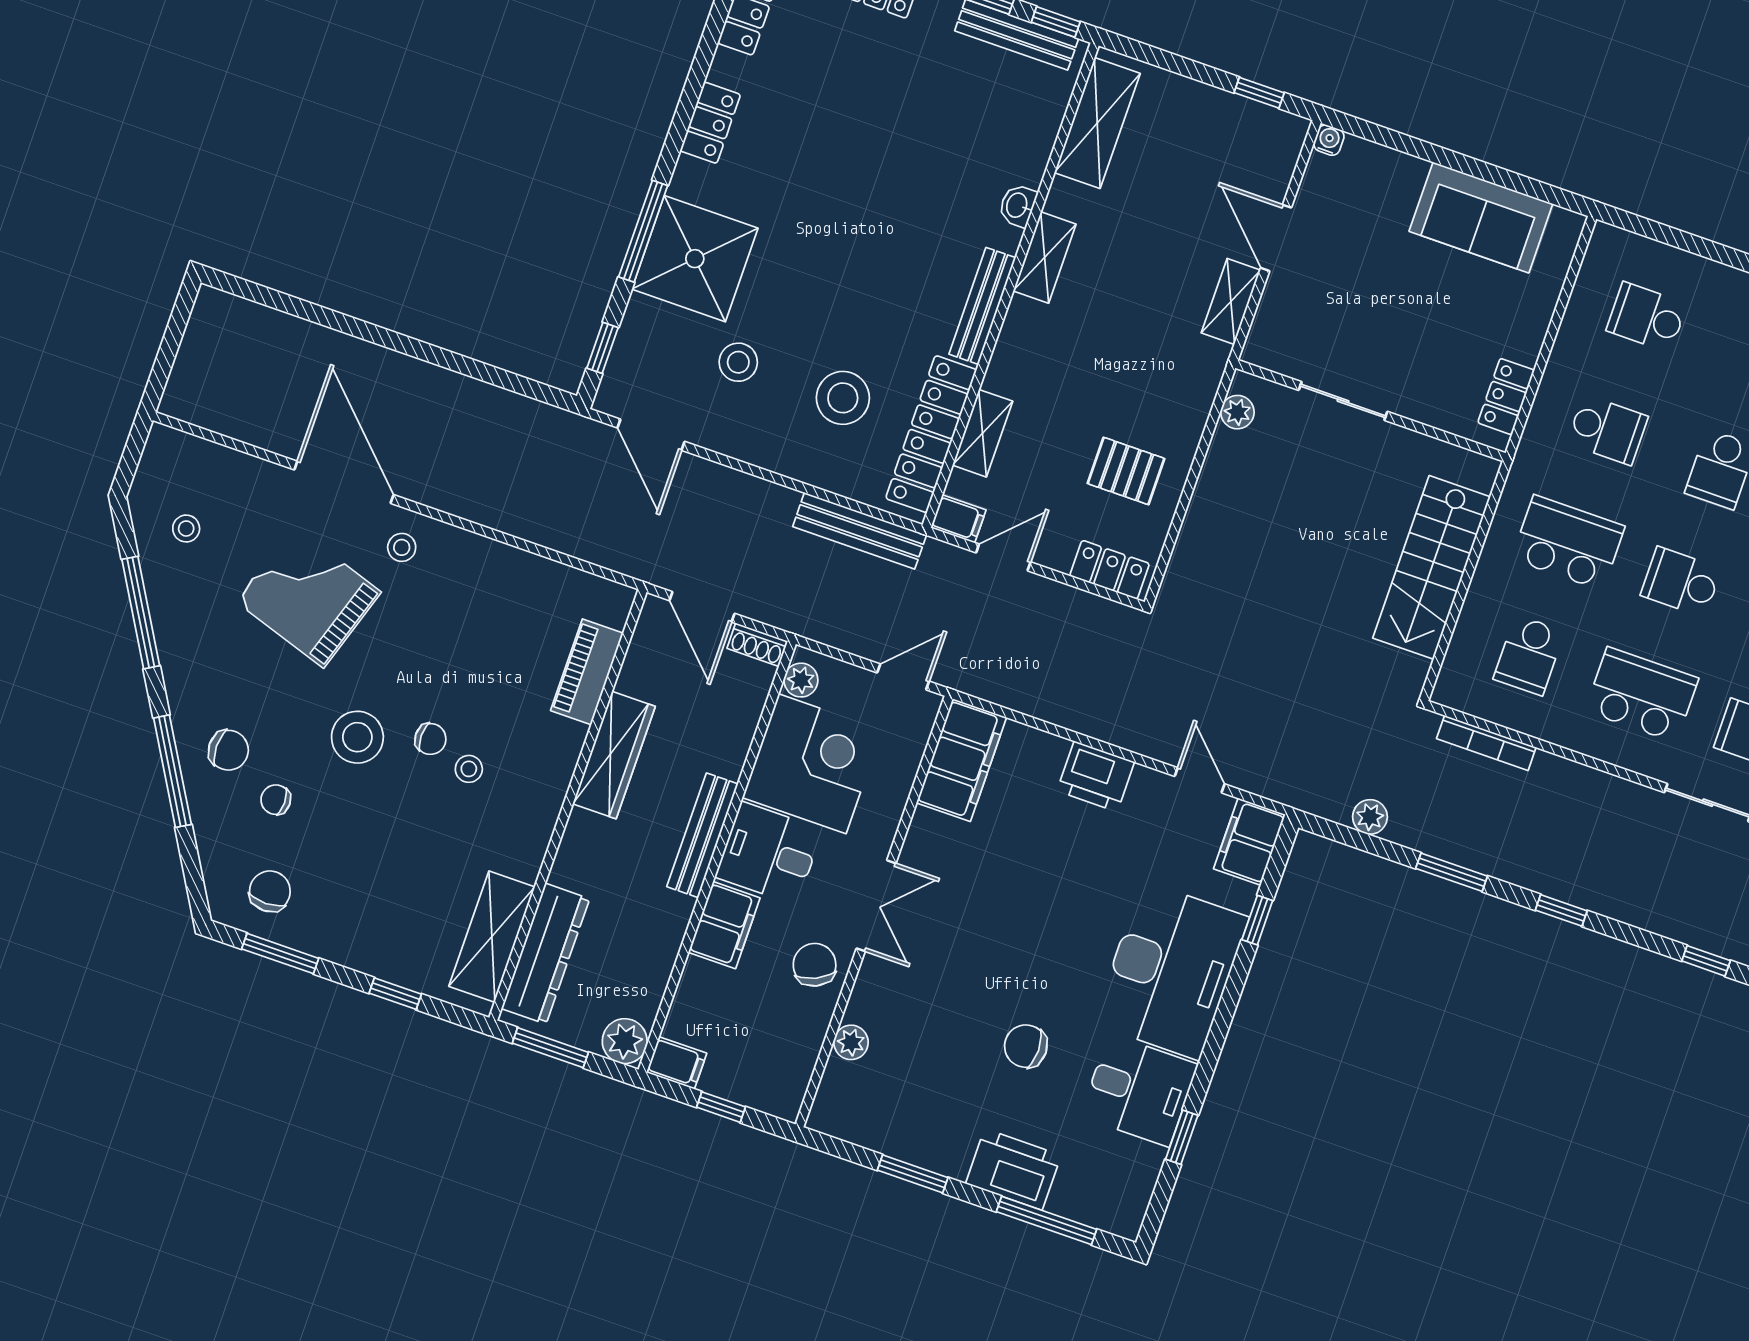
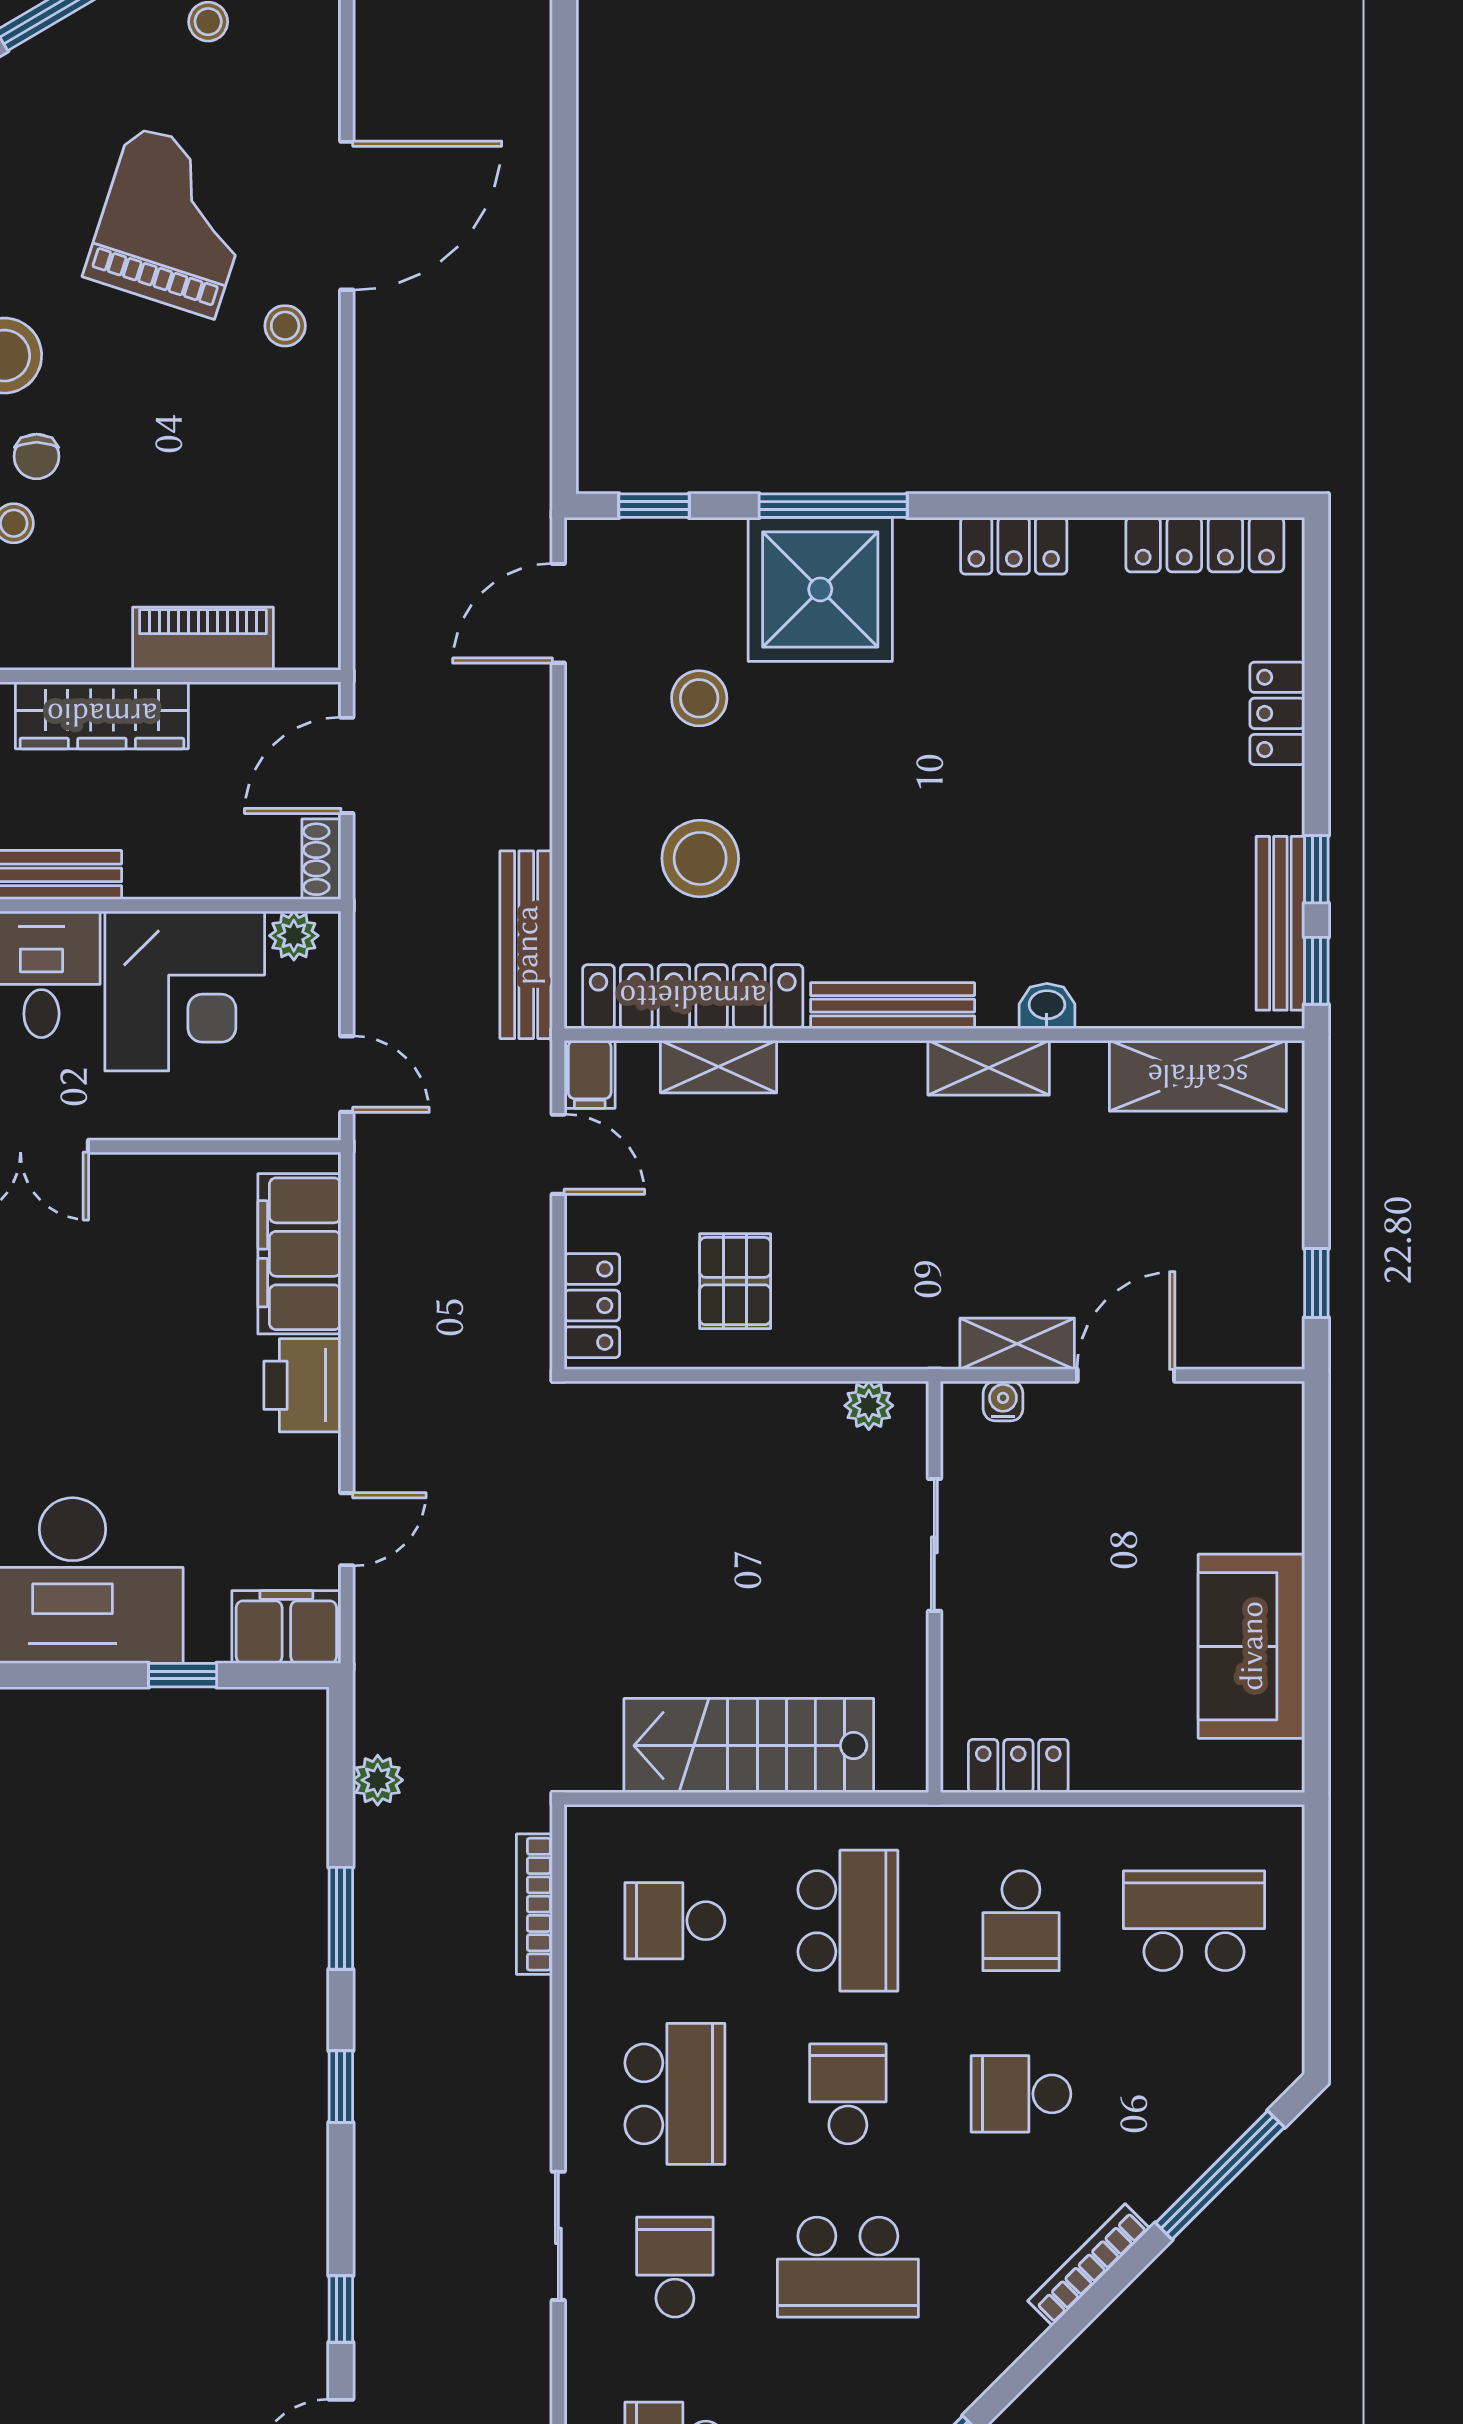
water cooler: (1329, 140) -> (1003, 1401), moved, turned -90
school desk: (1647, 317) -> (1194, 1921), width x1.85
filing cabinet: (961, 760) -> (299, 1254), moved, turned 90

